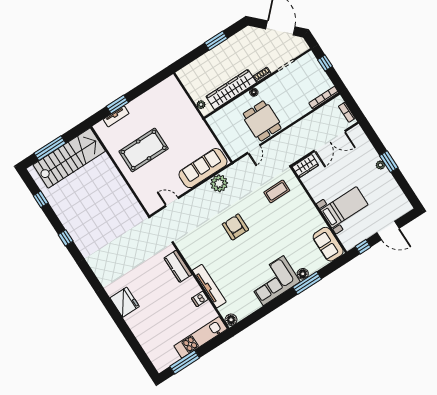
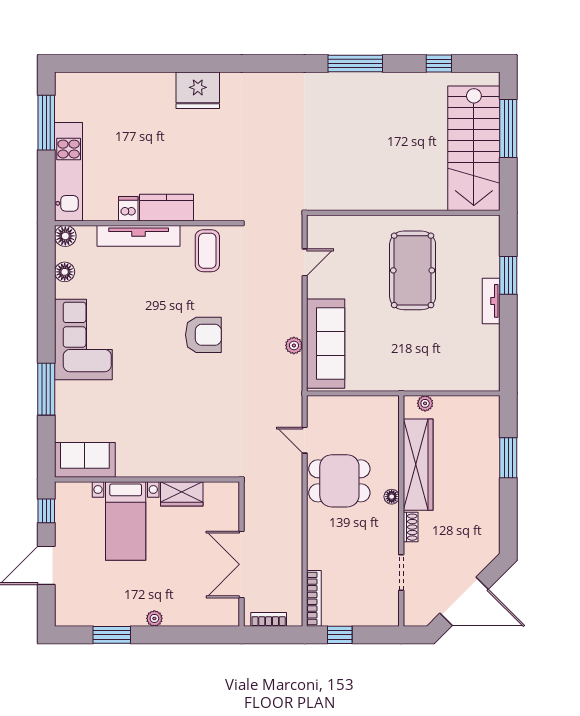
window: (216, 41) -> (508, 458), moved
window: (325, 63) -> (340, 635), moved
tv unit: (116, 116) -> (491, 301), moved
window: (389, 162) -> (112, 635), moved
wardrobe: (305, 166) -> (182, 494), moved, turned -90
plant: (219, 183) -> (294, 345), width x0.53, depth x0.53
coffee table: (277, 191) -> (207, 251), moved
window: (66, 238) -> (355, 64), width x2.17
kitchen counter: (178, 266) -> (166, 208), moved
floor lamp: (303, 274) -> (65, 272), moved

